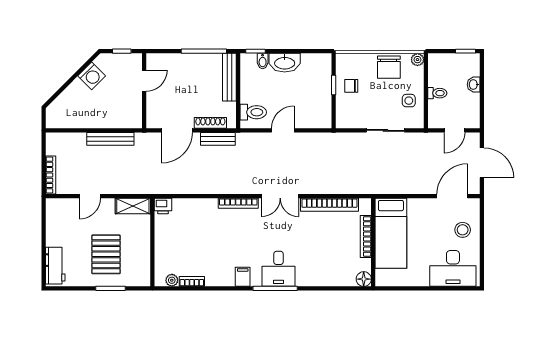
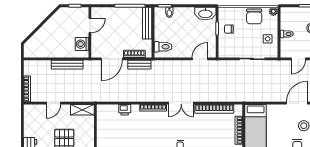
washbasin: (285, 63) -> (205, 13), moved
washing machine: (92, 76) -> (82, 44), moved, turned 135
door: (283, 130) -> (200, 59), moved
printer: (163, 206) -> (125, 110), moved

